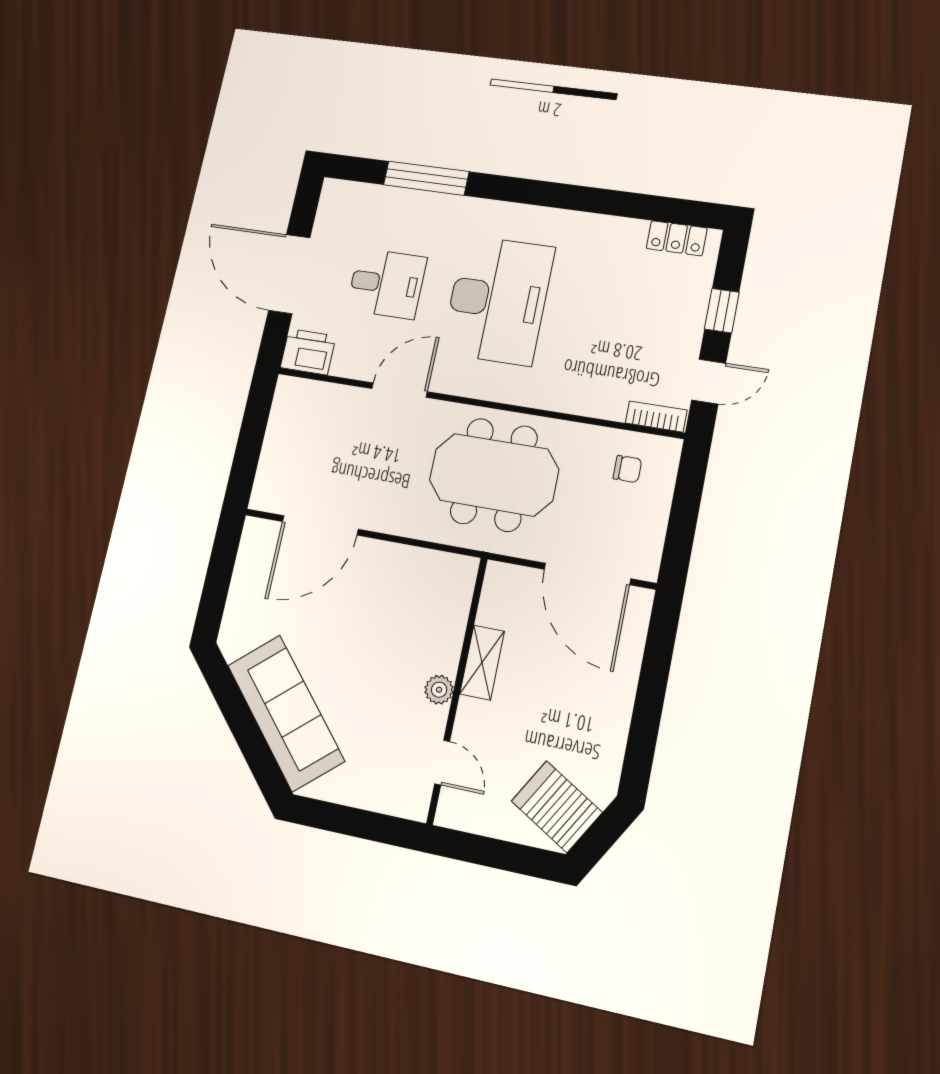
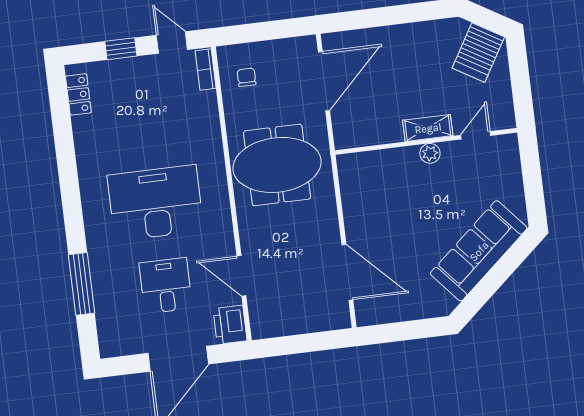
door: (400, 390) -> (241, 276), moved
meeting table: (494, 475) -> (277, 165), turned 90
shelving: (482, 663) -> (428, 128), moved

